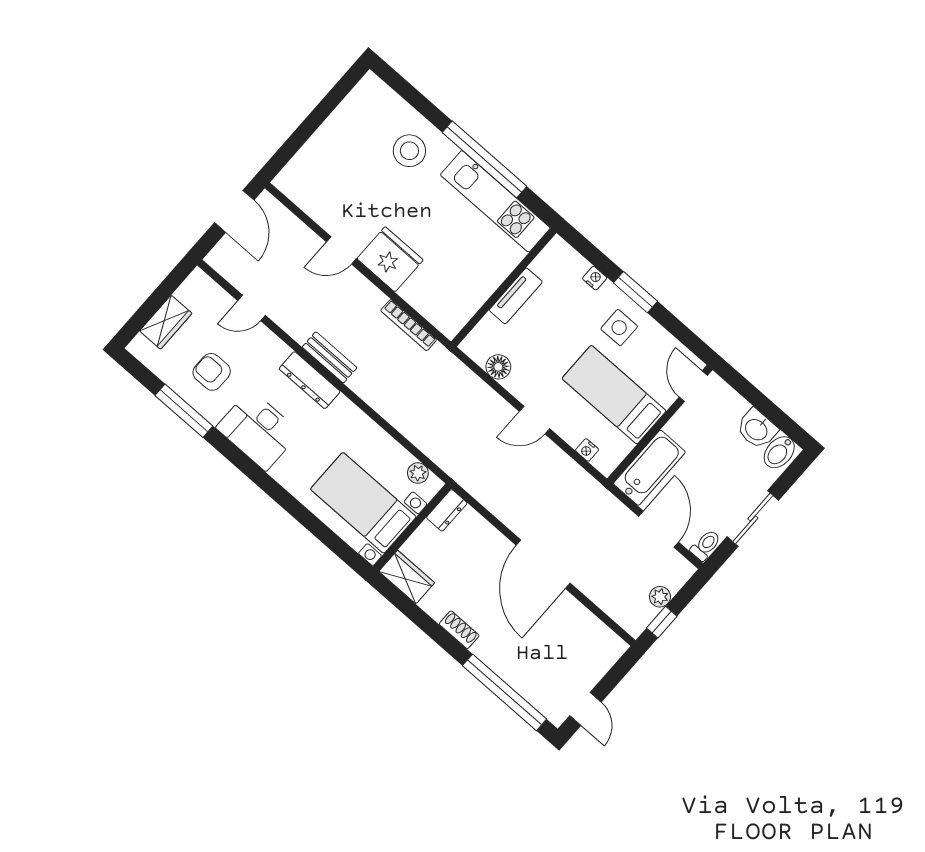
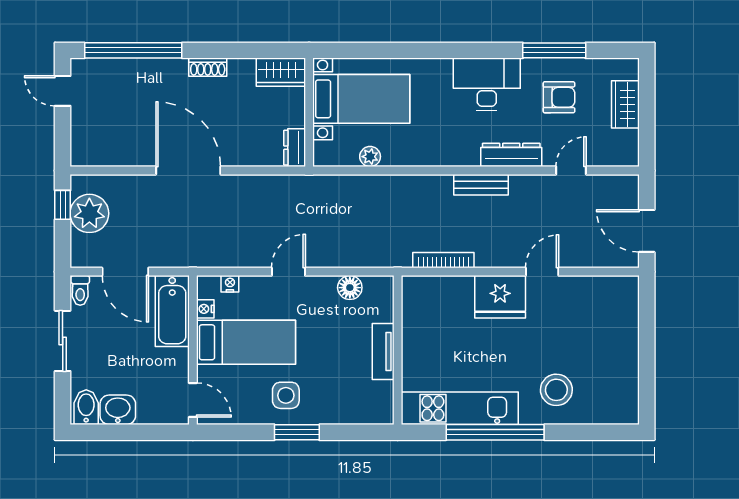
nightstand: (595, 278) -> (205, 309), moved, turned 90
dresser: (310, 380) -> (511, 155), moved
plant: (418, 473) -> (370, 157), moved
plant: (660, 597) -> (89, 213), width x1.87, depth x1.87

